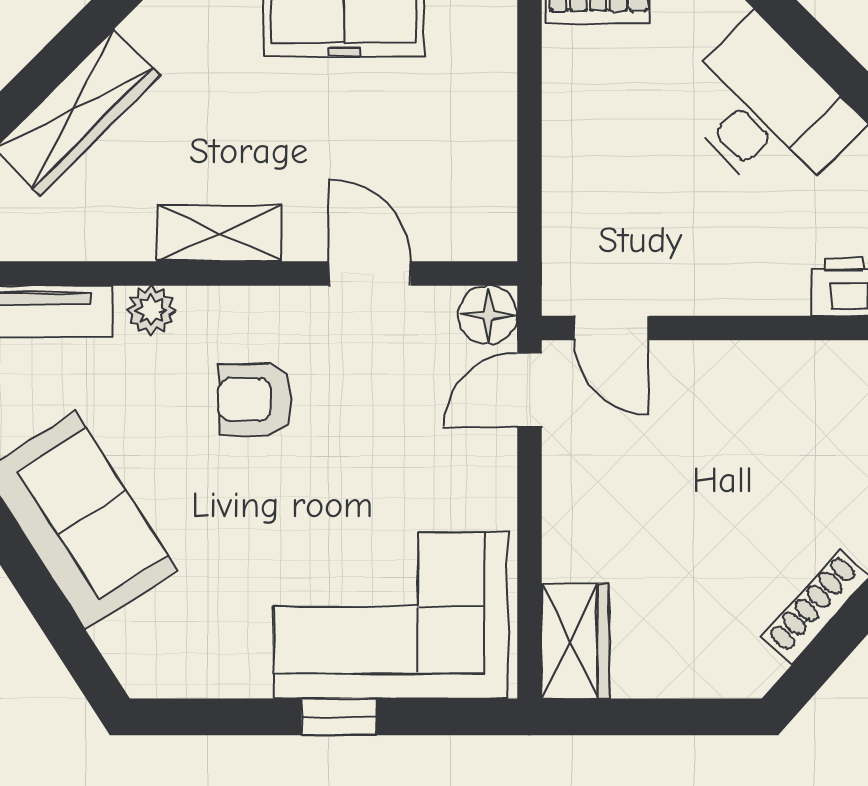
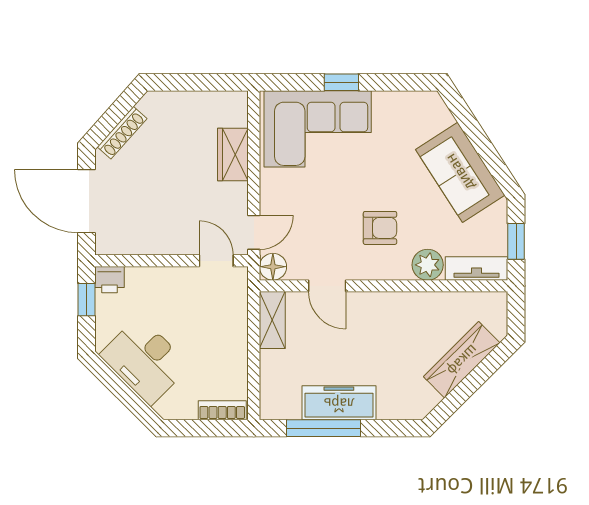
shelving: (220, 233) -> (272, 320), moved, turned 90
plant: (151, 310) -> (428, 265), width x1.38, depth x1.38
wardrobe: (575, 641) -> (233, 154), moved

